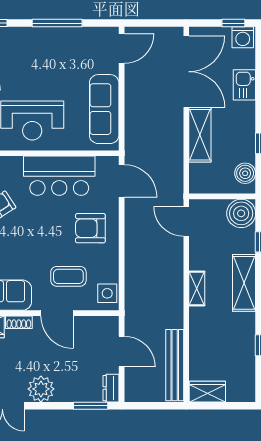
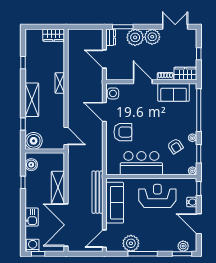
plant: (77, 41) -> (131, 243), added
door: (122, 181) -> (104, 112), moved
coffee table: (68, 276) -> (136, 104), removed
shelving: (197, 288) -> (60, 83), moved
bench: (175, 365) -> (98, 192), moved
plant: (70, 388) -> (135, 37), added

